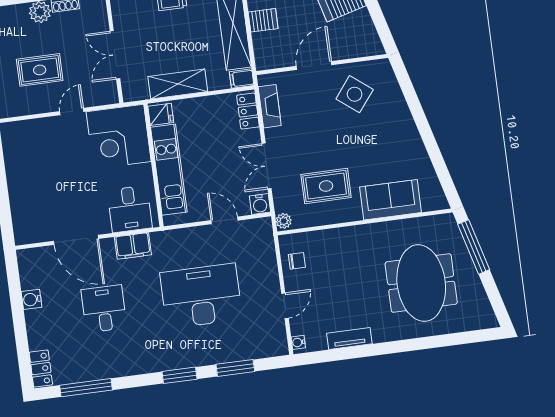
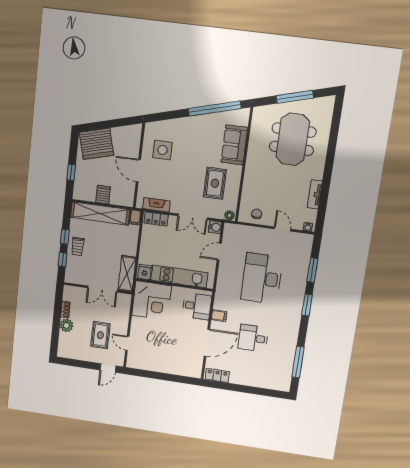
shelving: (178, 84) -> (127, 274), moved
side table: (355, 94) -> (162, 150), turned -38
door: (72, 112) -> (127, 343), moved
window: (436, 156) -> (215, 109), added
filing cabinet: (133, 246) -> (219, 316), width x0.50
window: (474, 247) -> (295, 97), moved
meeting table: (421, 283) -> (293, 139), turned 90
water cooler: (32, 299) -> (235, 378), removed
locker: (41, 369) -> (217, 375), moved

